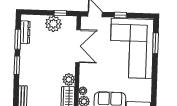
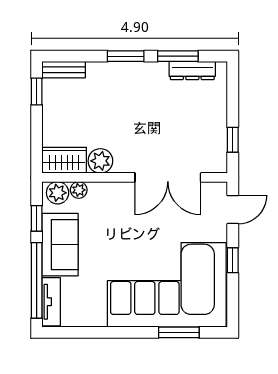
plant: (53, 24) -> (211, 127), removed

